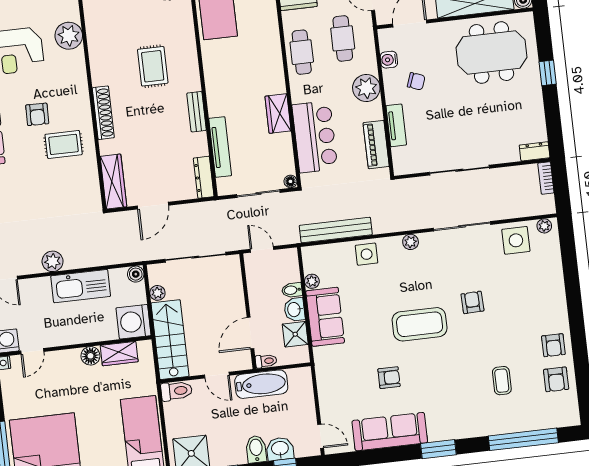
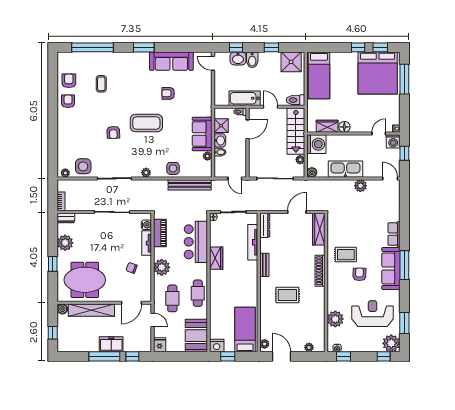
water cooler: (389, 60) -> (146, 225), moved
rug: (153, 66) -> (287, 295), turned 90
plant: (531, 110) -> (65, 243), added

